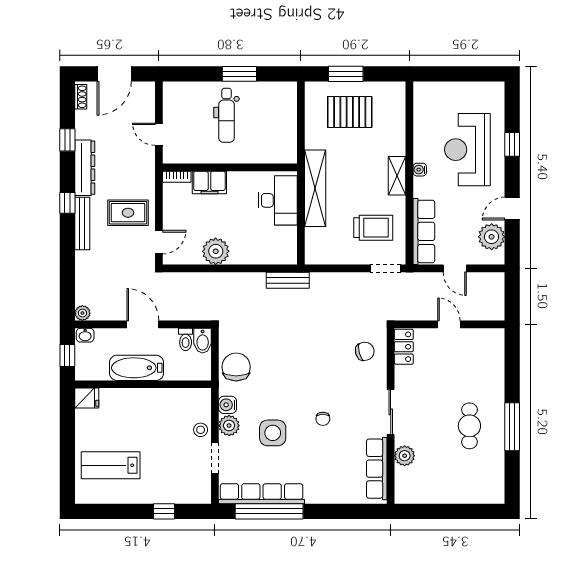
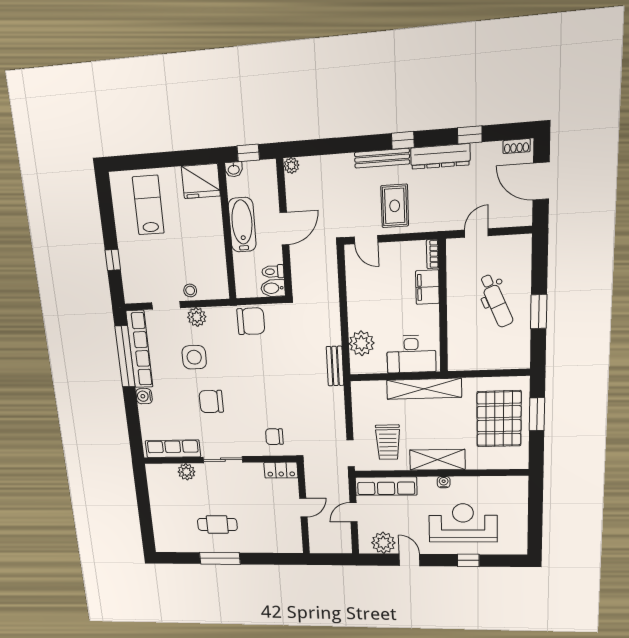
pallet: (350, 112) -> (499, 419), width x1.37, depth x1.41
dental chair: (227, 115) -> (496, 301), turned -113
shelving: (397, 176) -> (437, 460), width x1.50, depth x1.33
plant: (216, 251) -> (362, 343), moved
washbasin: (85, 335) -> (234, 169), moved, turned -90
chair: (365, 351) -> (274, 437), turned 105
fridge: (87, 398) -> (201, 181), width x1.88, depth x1.34
water cooler: (228, 405) -> (144, 396), moved, turned -90
chair: (323, 419) -> (211, 402), width x1.87, depth x1.87

